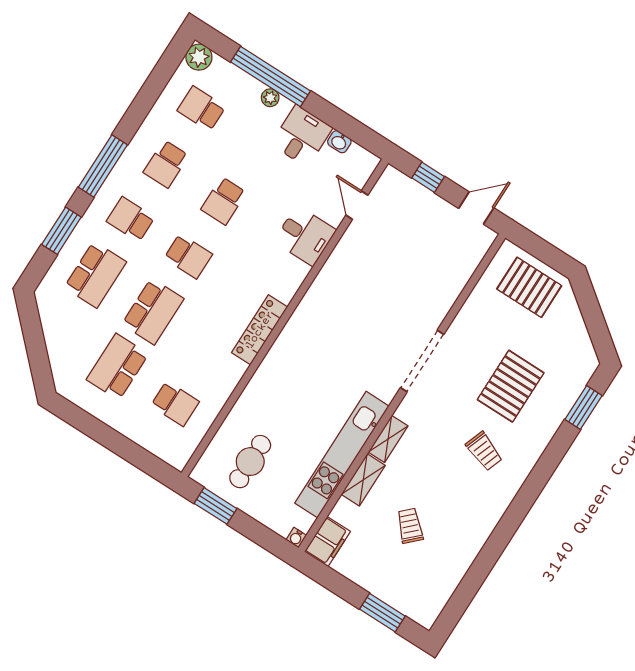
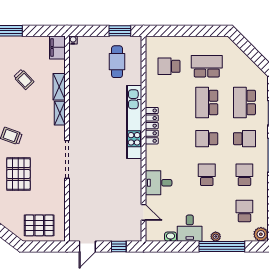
school desk: (201, 109) -> (244, 211), turned -90
school desk: (117, 367) -> (207, 66), turned -90
kitchen unit: (342, 455) -> (134, 122), moved, turned 180

